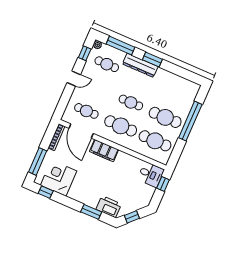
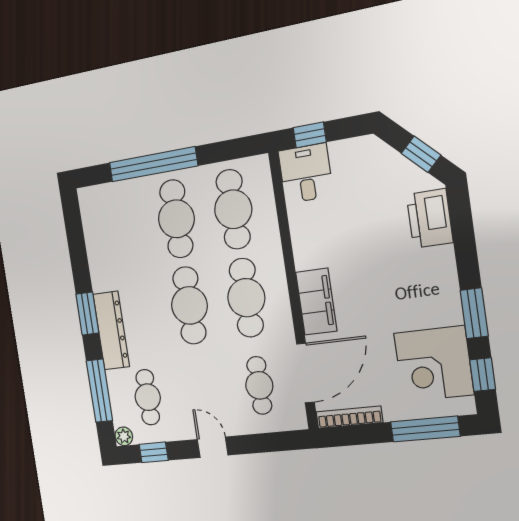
cafe table: (131, 102) -> (189, 305), width x1.37, depth x1.35
window: (91, 212) -> (474, 313), moved

